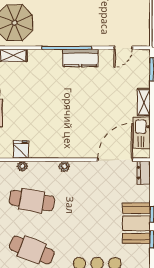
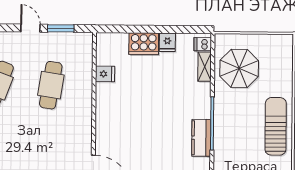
plant: (22, 166) -> (87, 75), removed
plant: (64, 166) -> (86, 120), removed

